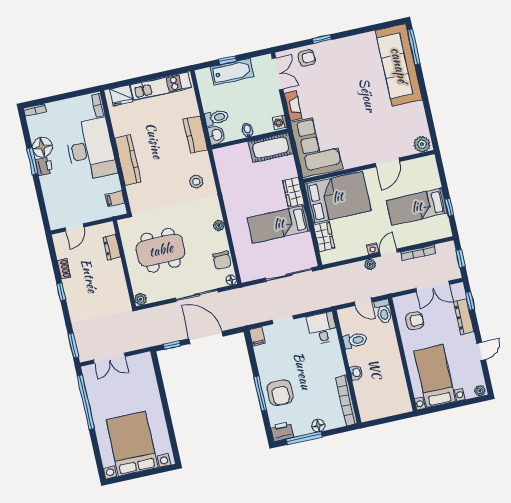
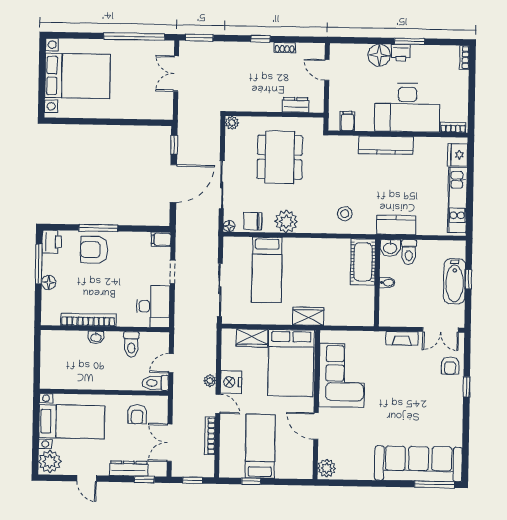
washing machine: (280, 122) -> (387, 320), removed
corner sofa: (317, 146) -> (342, 375), moved, turned -90
floor lamp: (42, 147) -> (379, 55), moved
cot: (271, 148) -> (363, 262), moved
bed: (279, 224) -> (267, 270), moved, turned 180
plant: (219, 225) -> (286, 222), width x1.87, depth x1.87
nightstand: (373, 249) -> (231, 382), width x1.89, depth x1.79
desk: (322, 328) -> (153, 306), width x1.37
plant: (480, 391) -> (50, 462), width x1.88, depth x1.88
bookcase: (346, 400) -> (88, 320), moved

